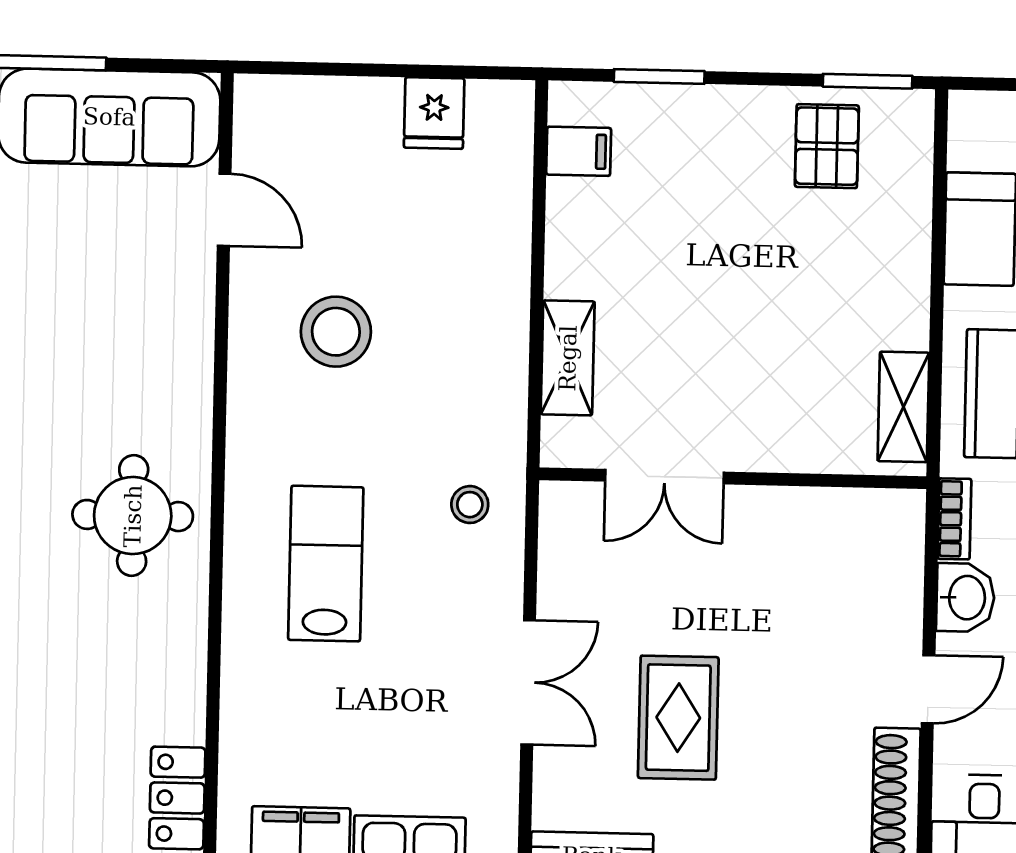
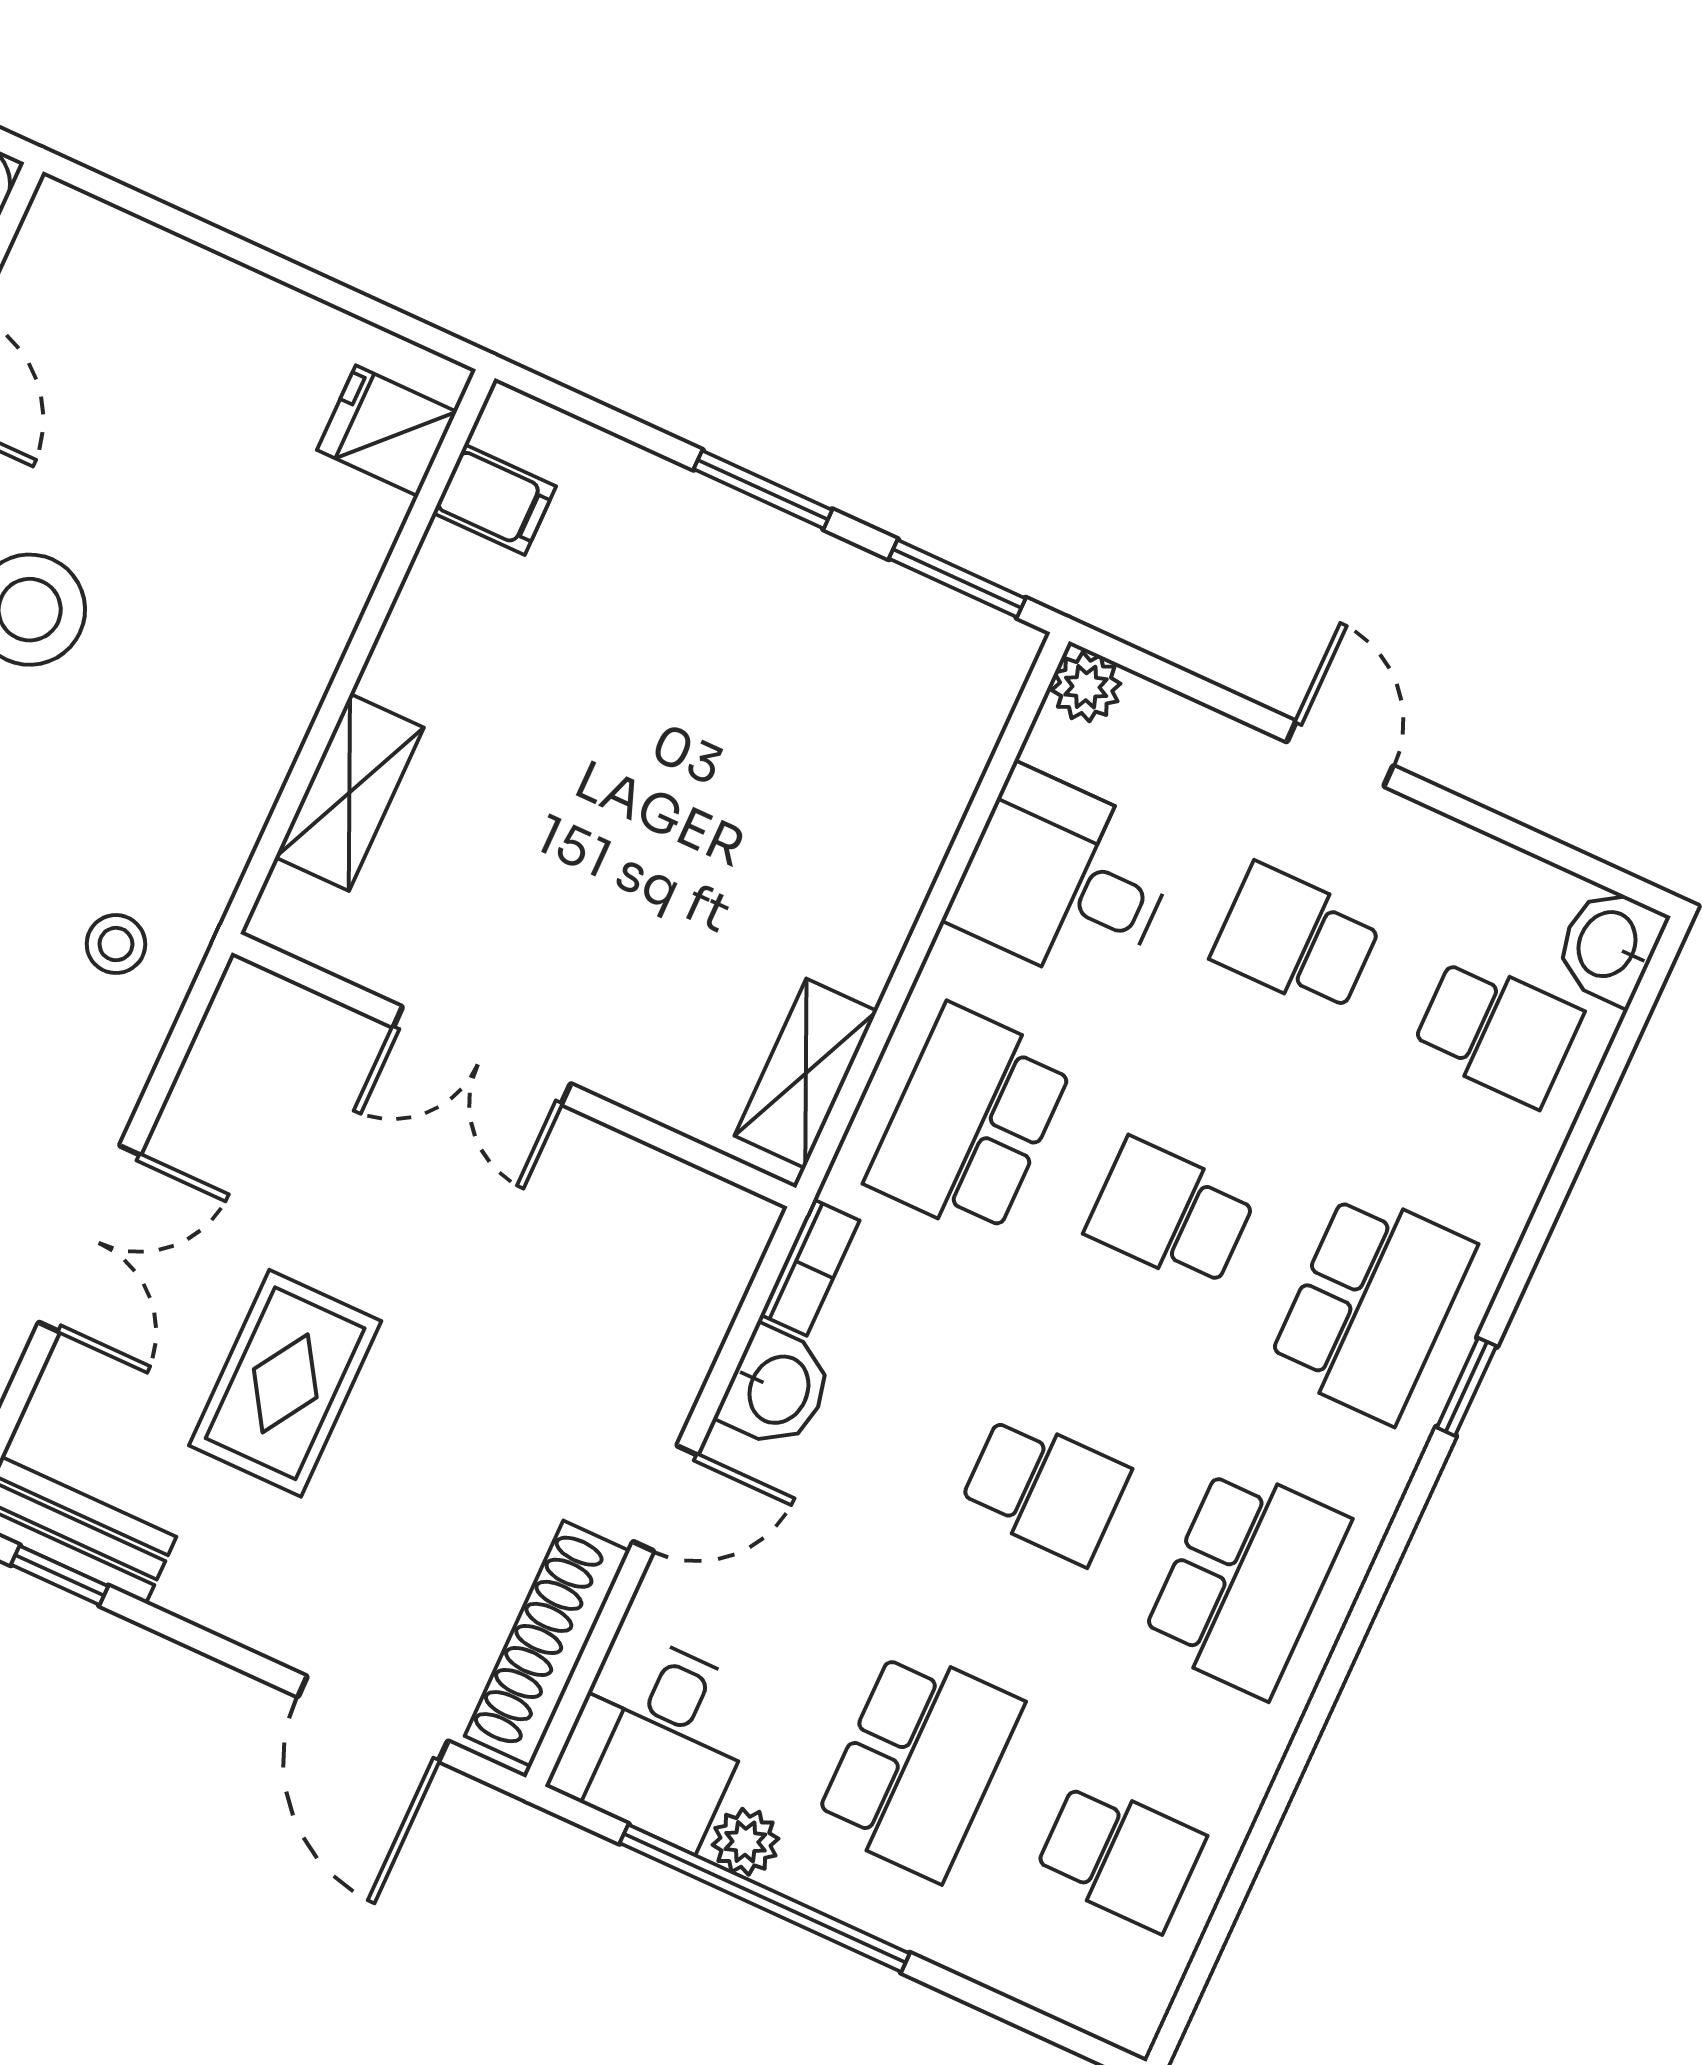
window: (659, 76) -> (763, 490), moved
plant: (970, 112) -> (1086, 687), added
fridge: (434, 113) -> (387, 431), moved, turned 90
pallet: (827, 146) -> (858, 647), removed
double door: (664, 477) -> (482, 1056), moved

